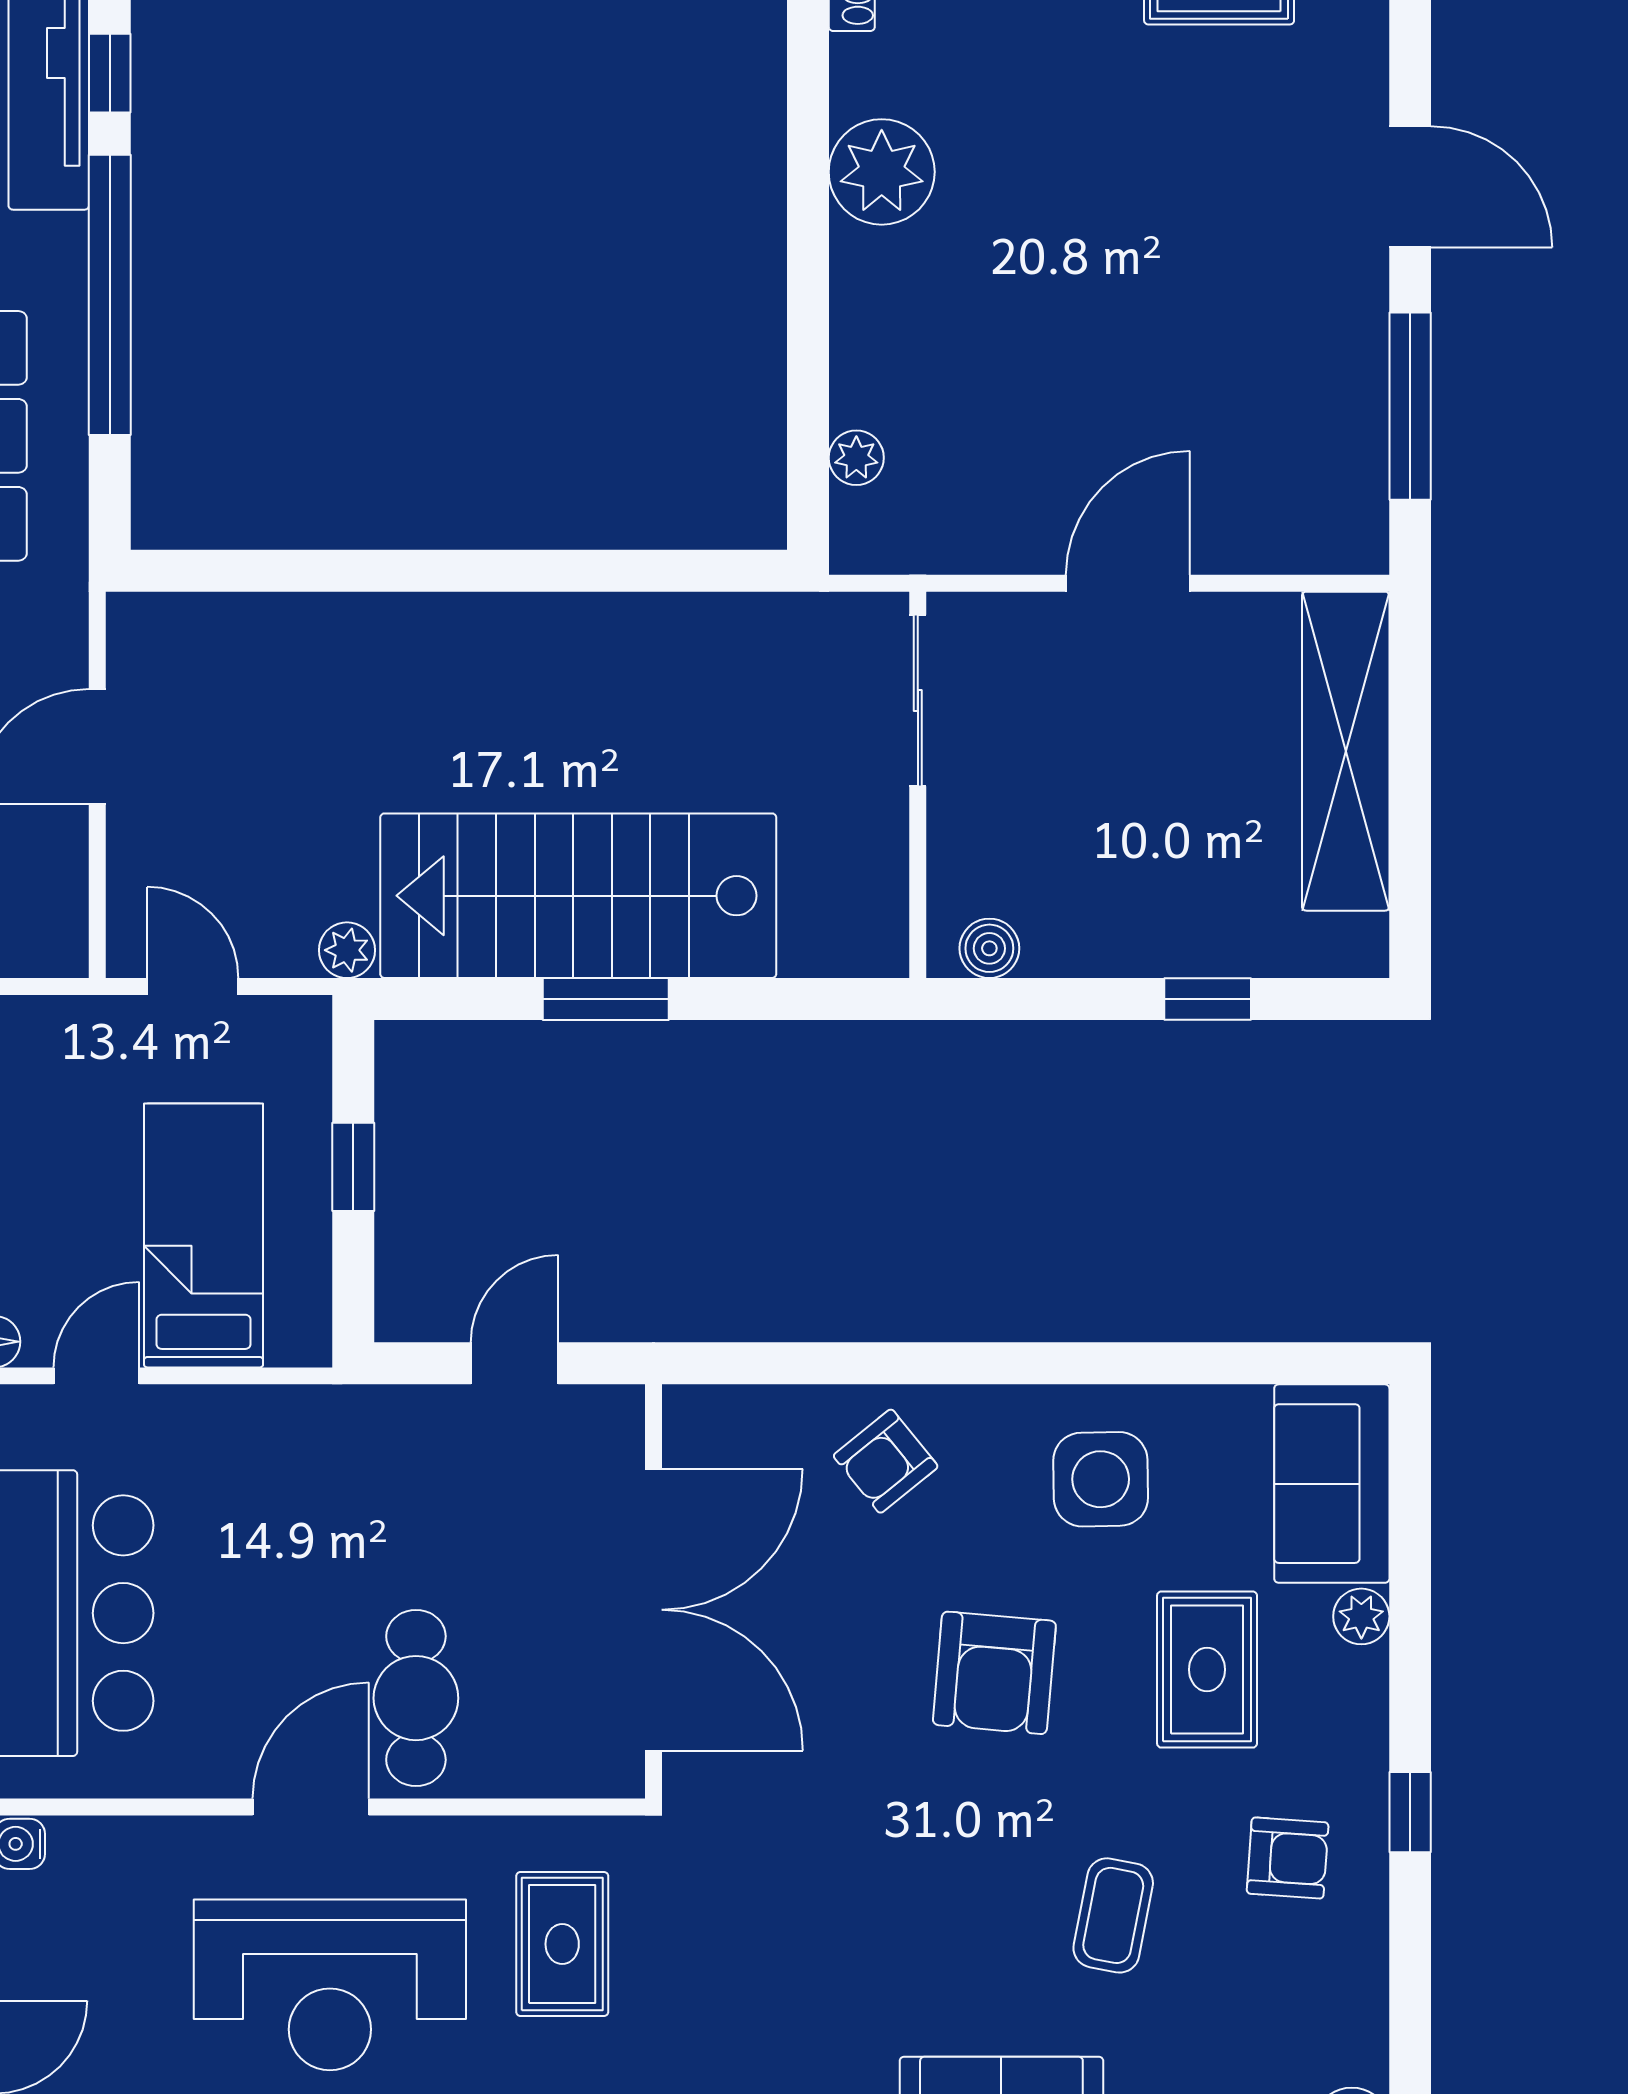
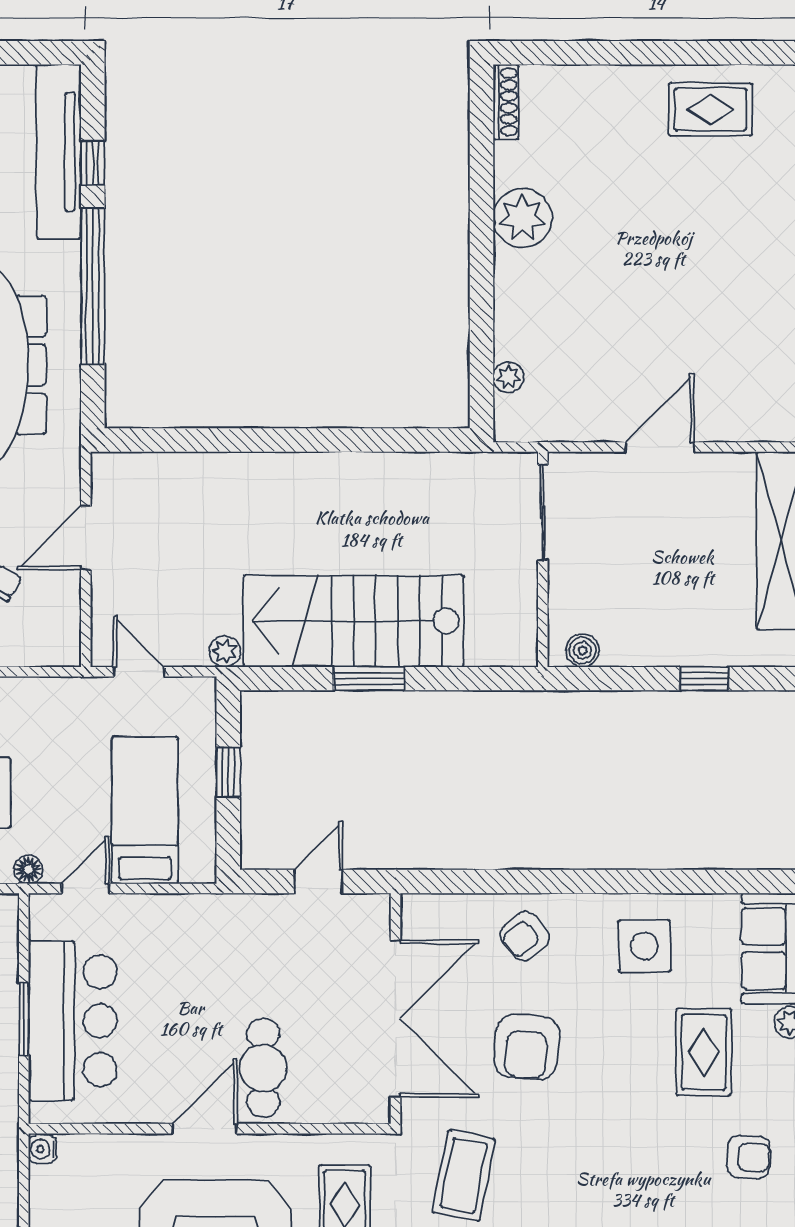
armchair: (994, 1673) -> (527, 1047), moved
coffee table: (1113, 1915) -> (464, 1176), moved, width x1.36, depth x1.30

